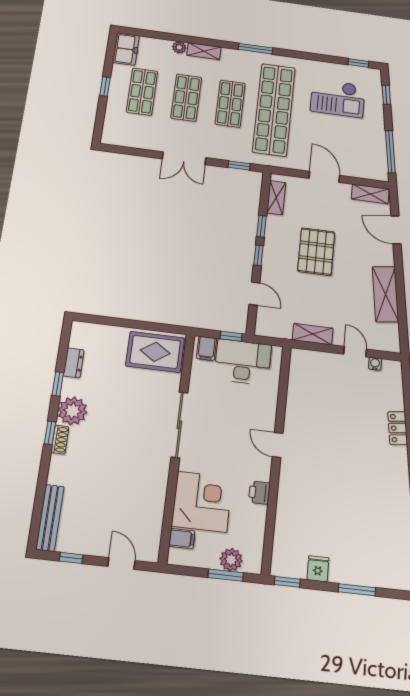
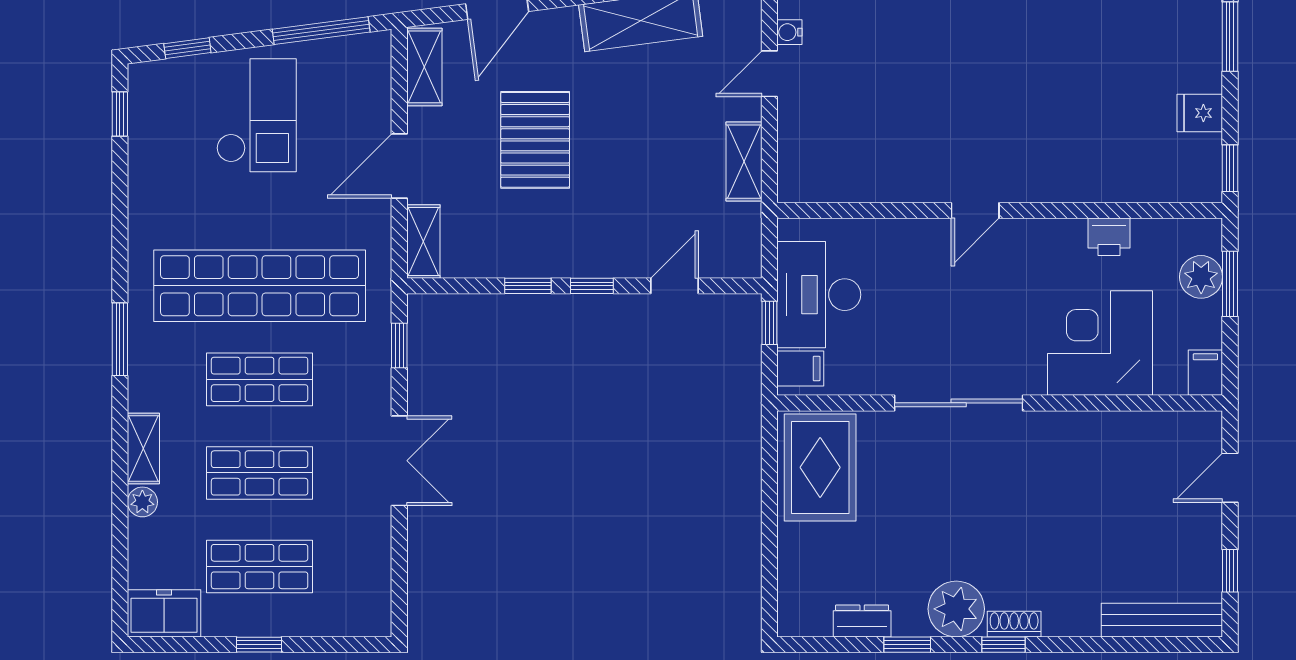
checkout: (338, 98) -> (256, 115), moved
shelving: (276, 198) -> (423, 242), moved, turned 90
pallet: (316, 252) -> (535, 140), moved, turned 90
printer: (259, 493) -> (1109, 237), moved
filing cabinet: (182, 539) -> (1205, 373), moved

